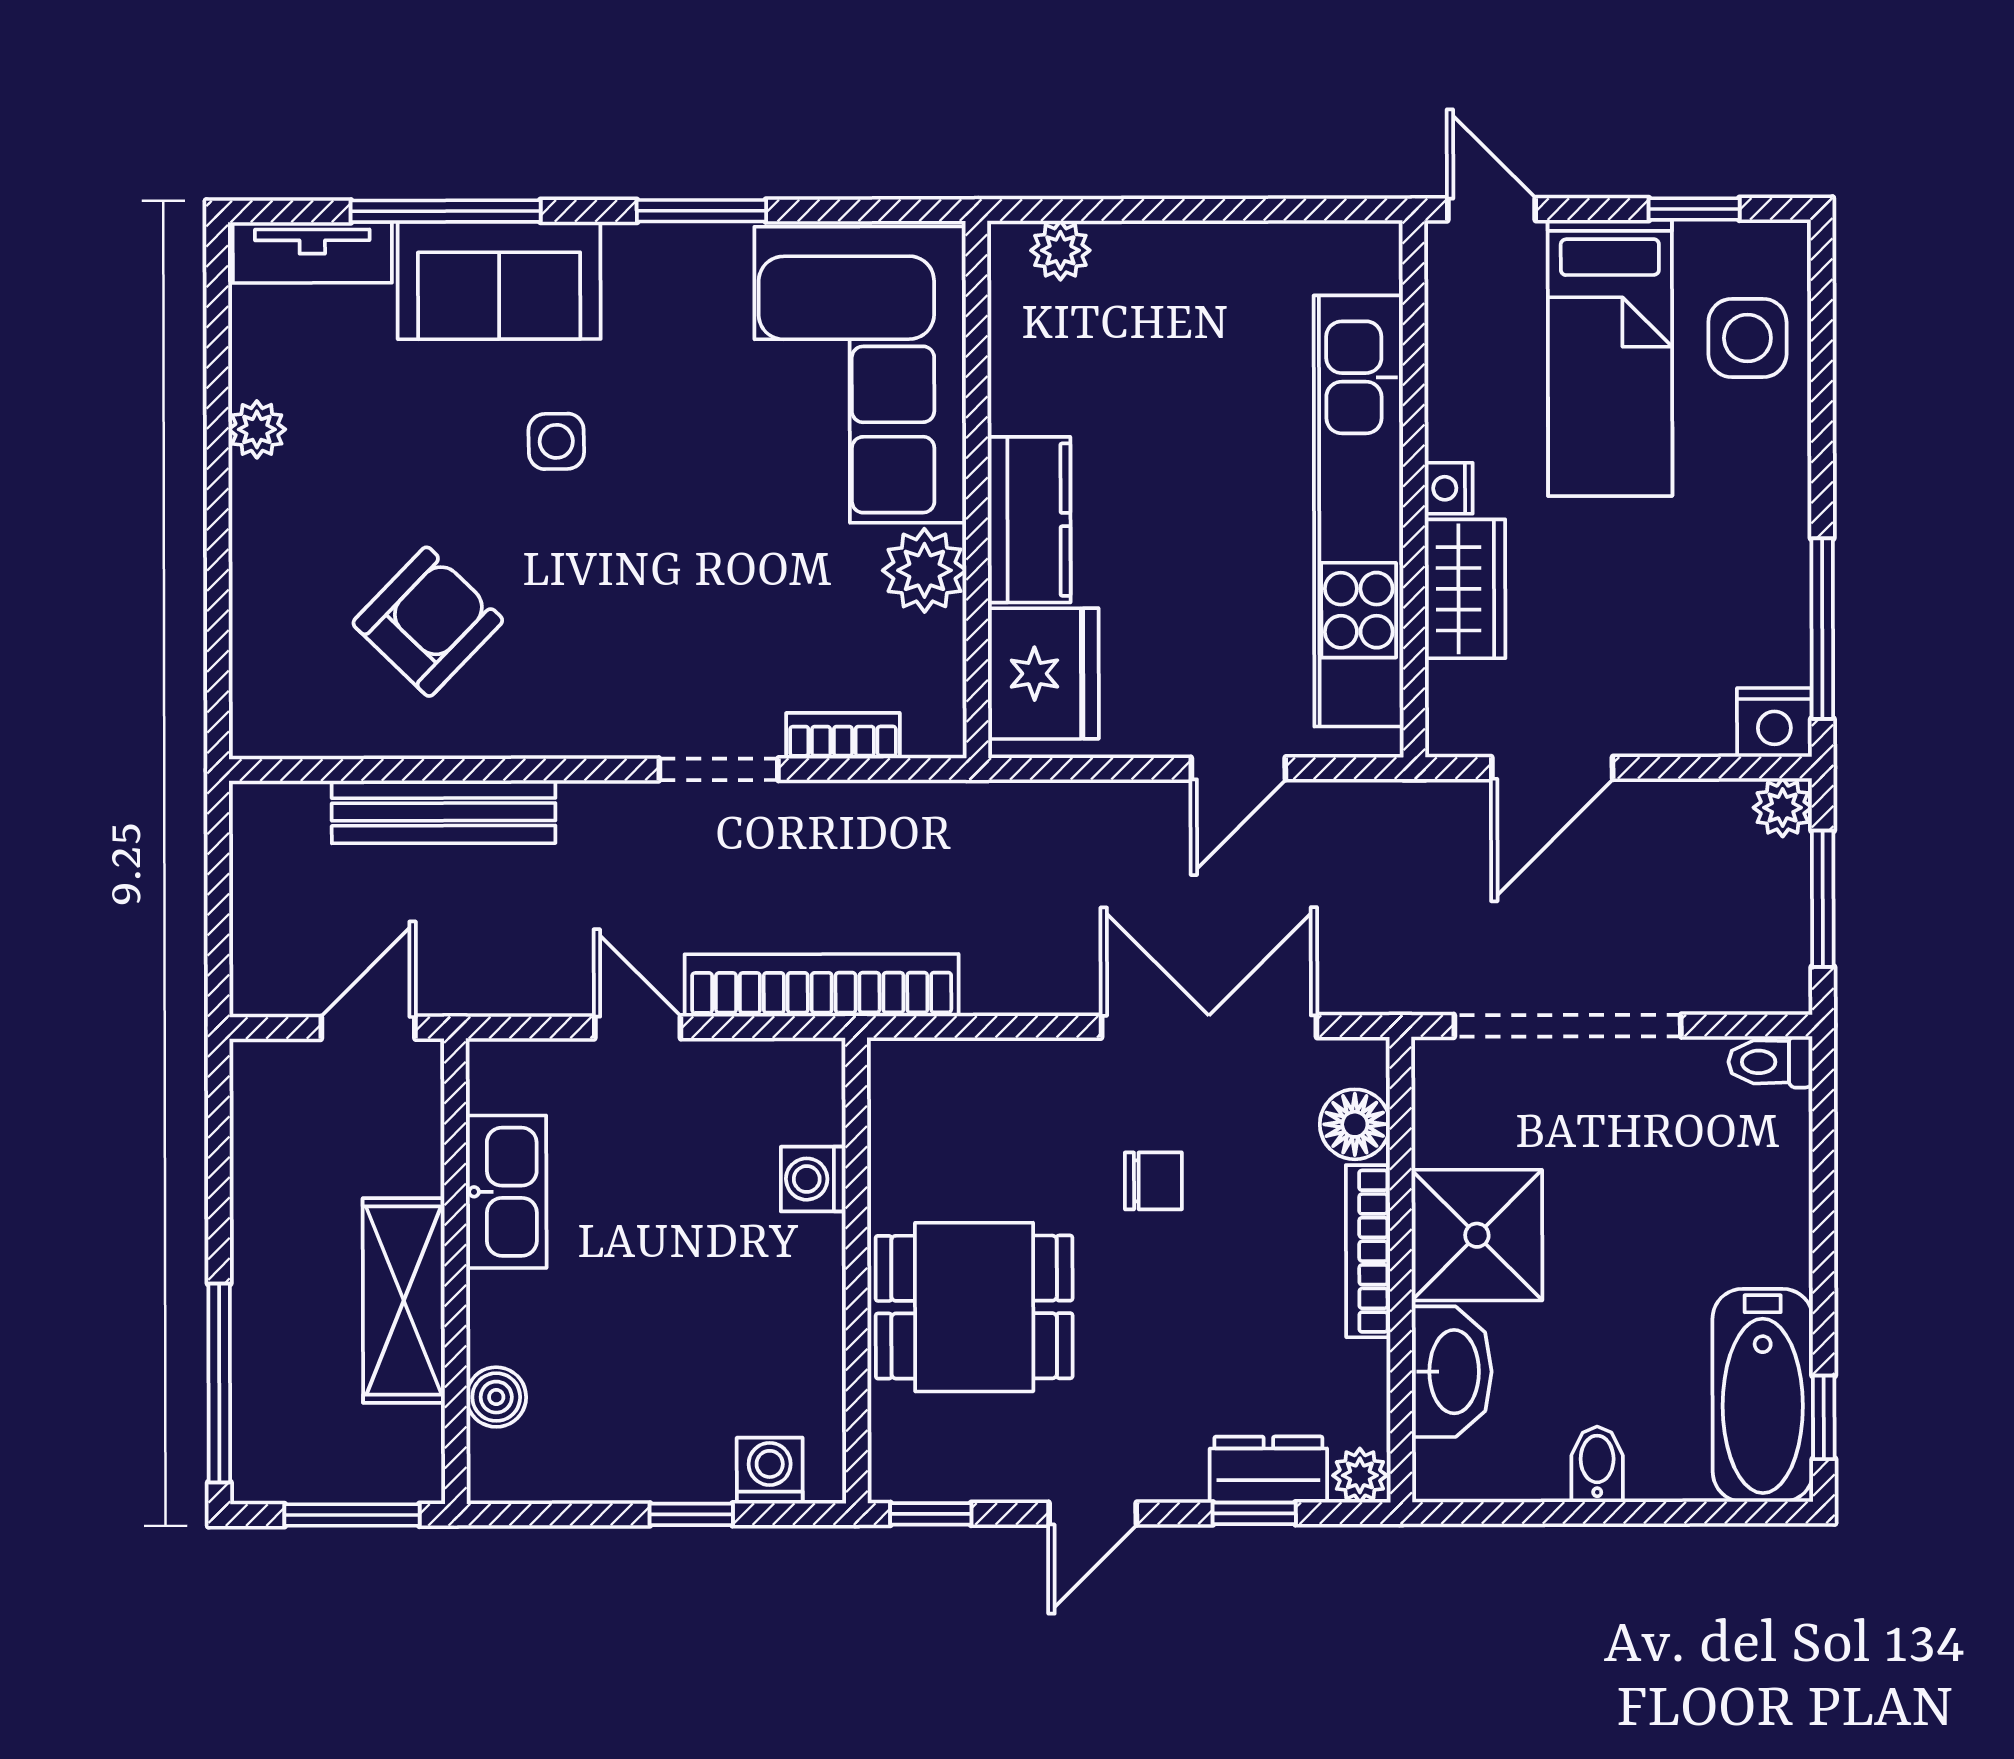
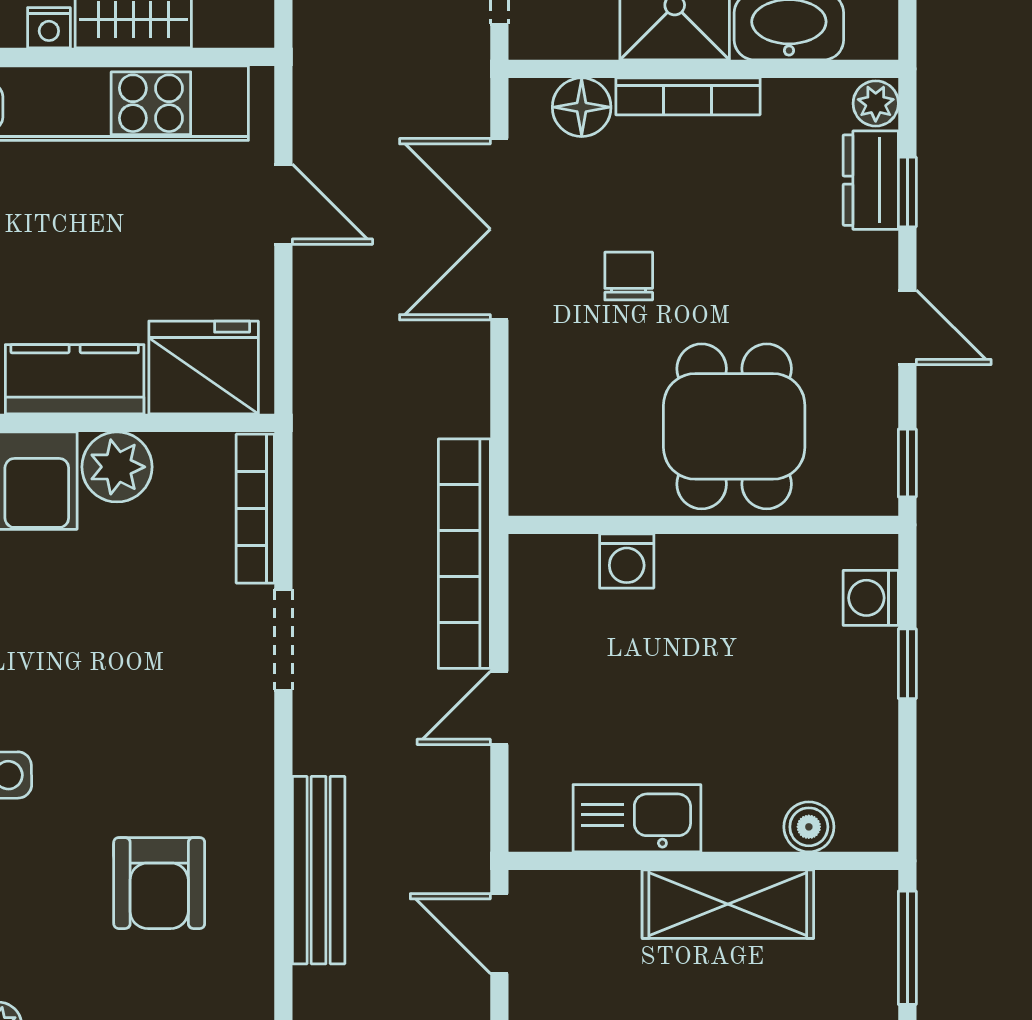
armchair: (428, 622) -> (159, 883), turned -134
bookcase: (843, 736) -> (255, 509), width x1.56

